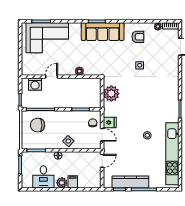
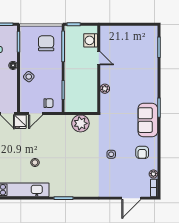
sofa: (103, 32) -> (148, 120), width x0.73
corner sofa: (47, 38) -> (141, 54), removed
fridge: (110, 123) -> (20, 122), moved

